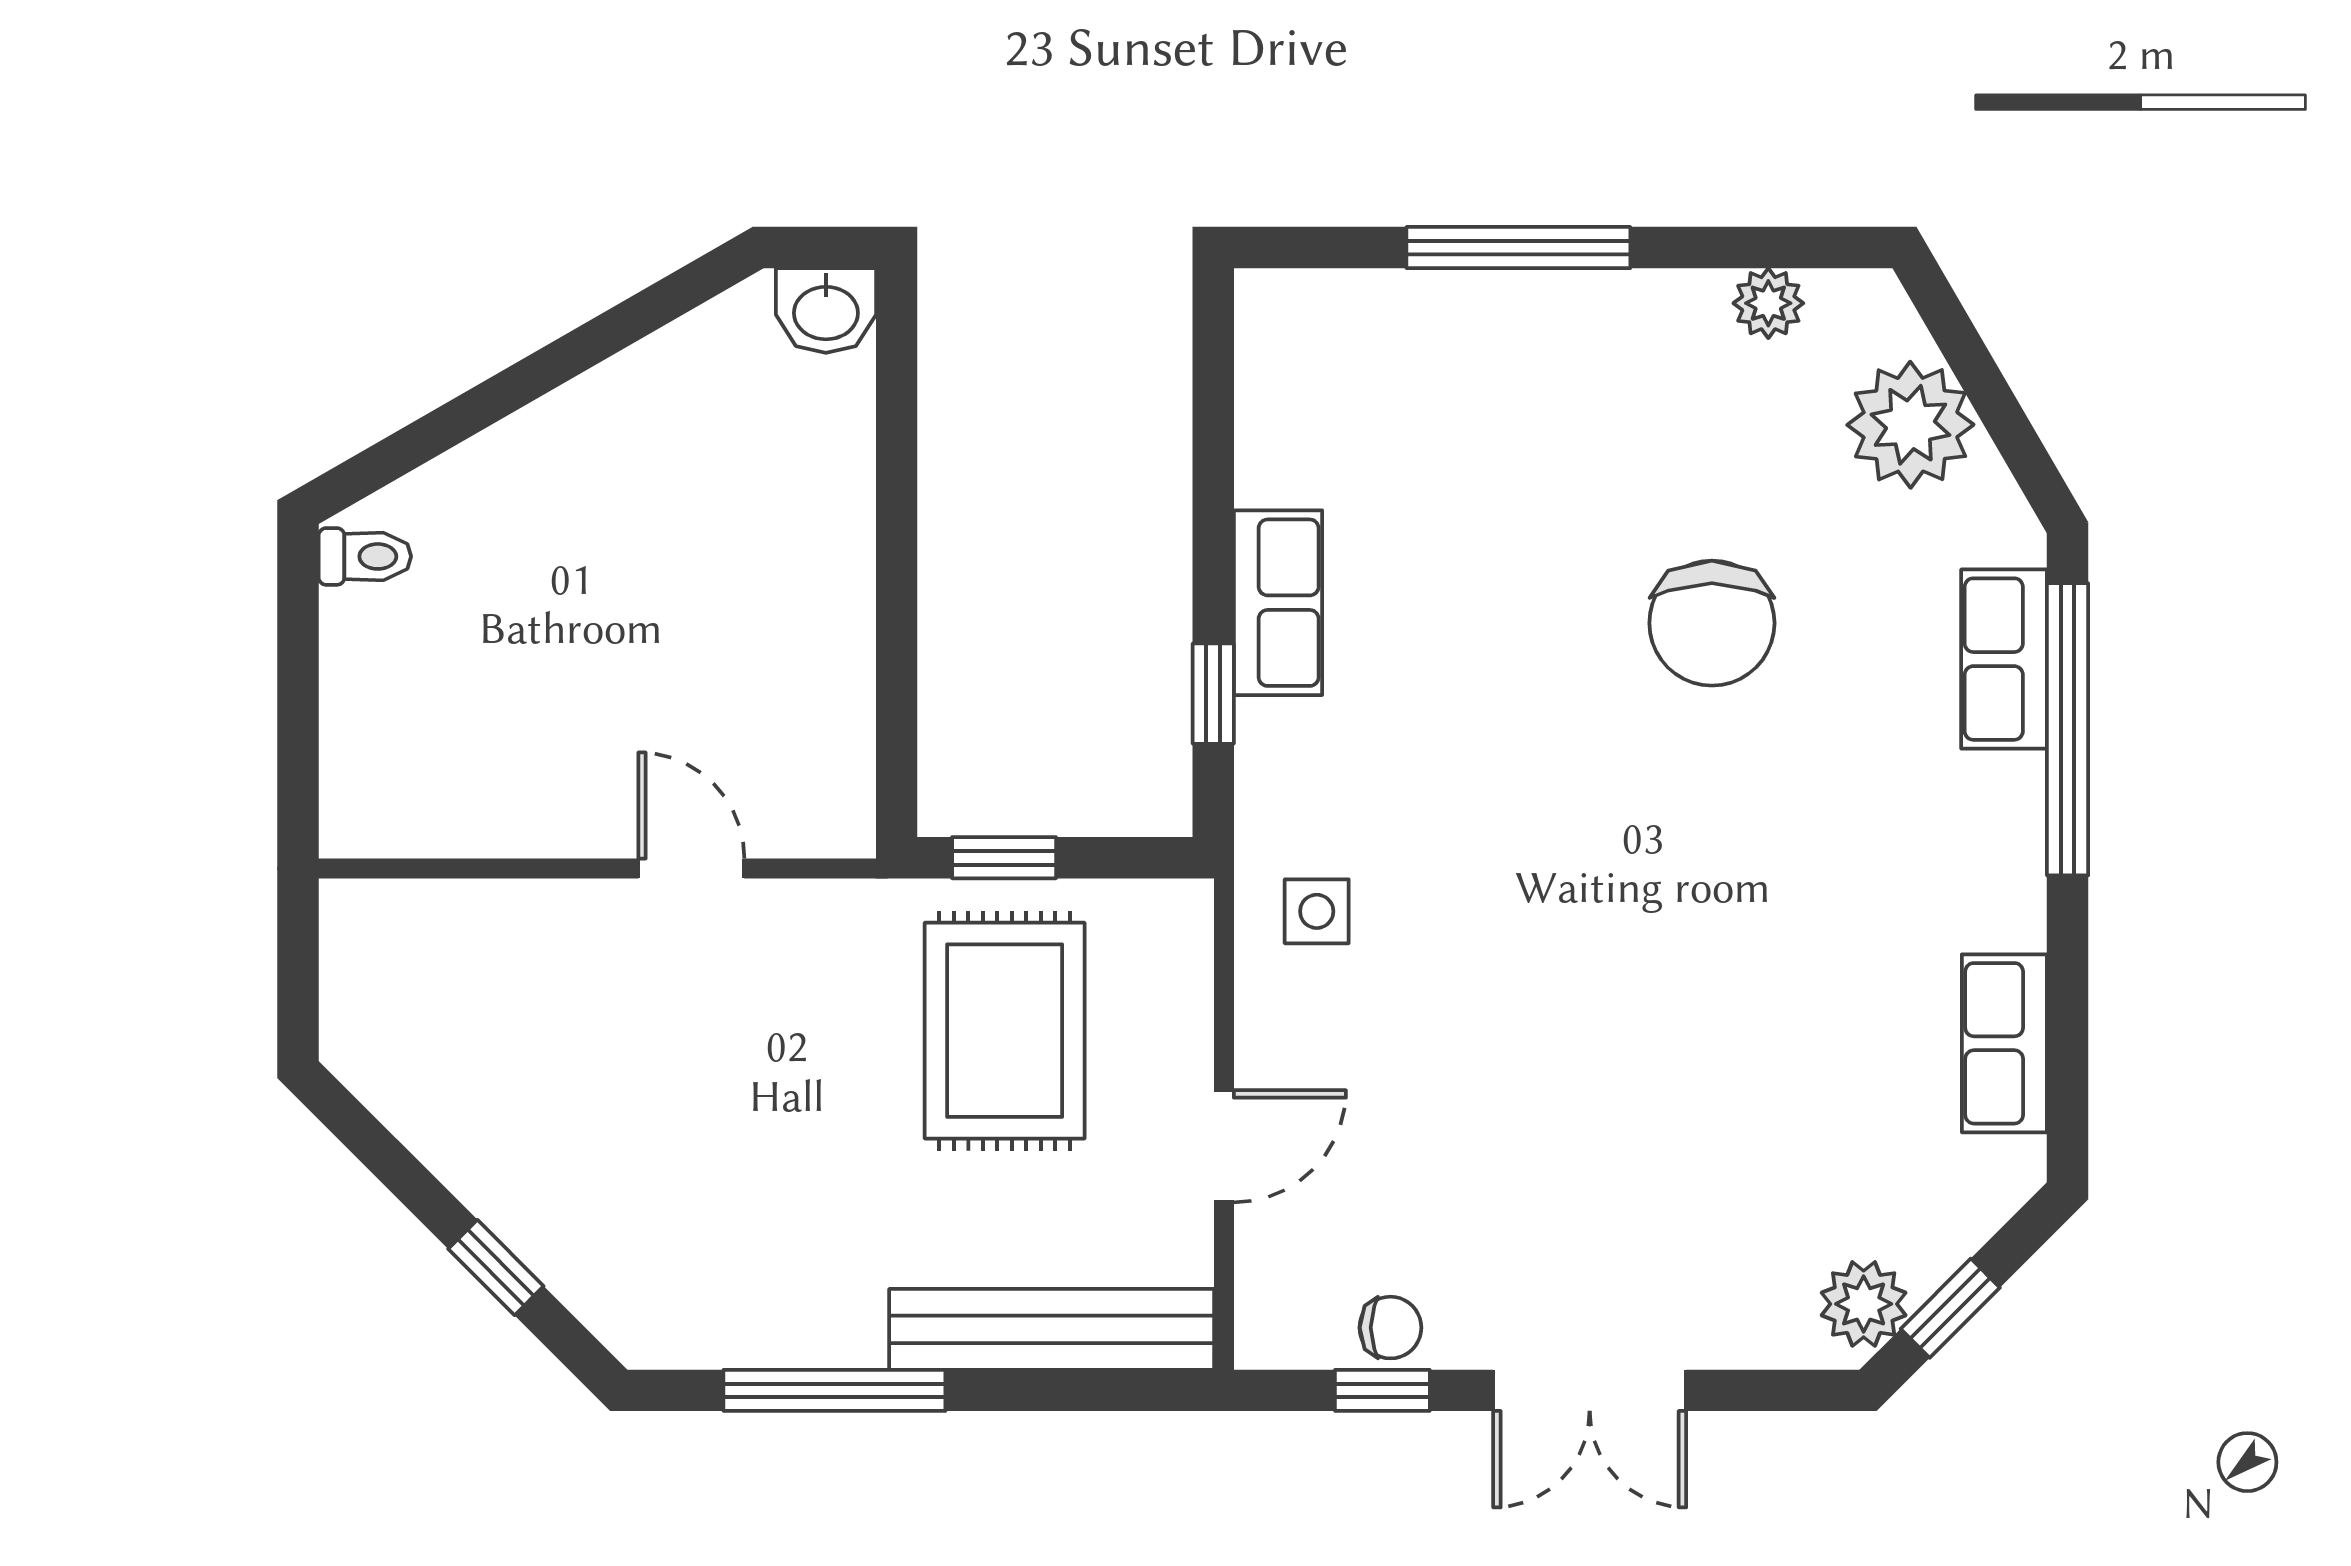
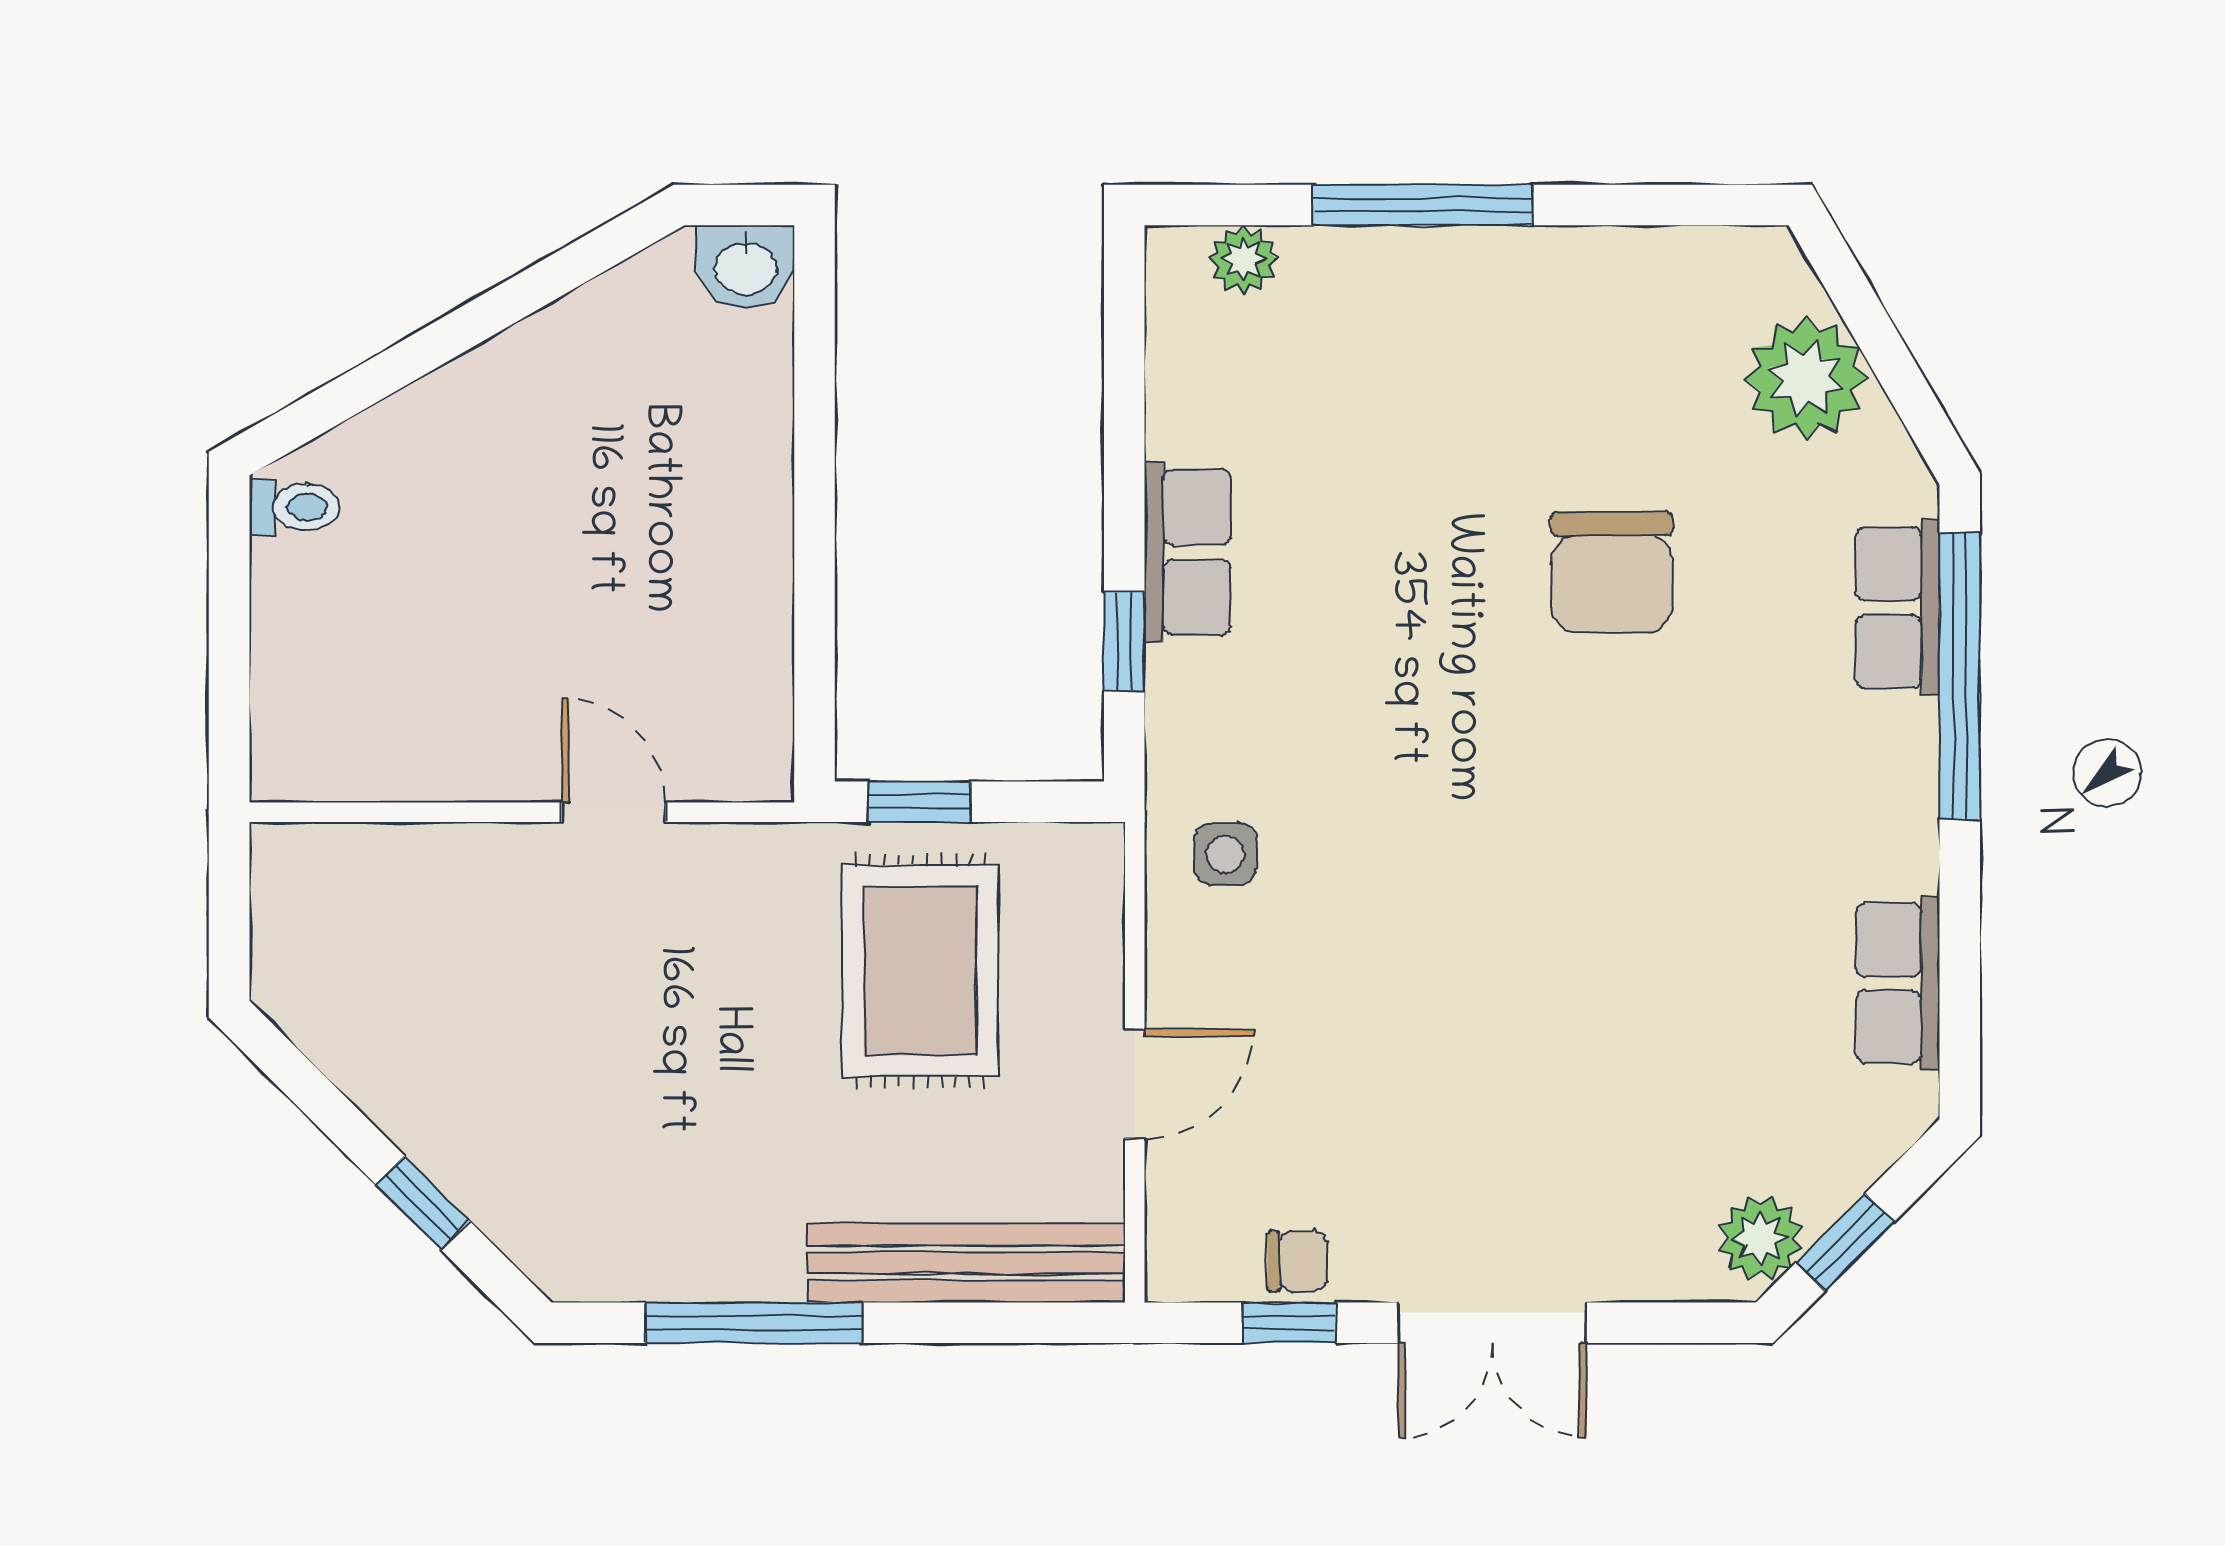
plant: (1768, 303) -> (1243, 259), moved

